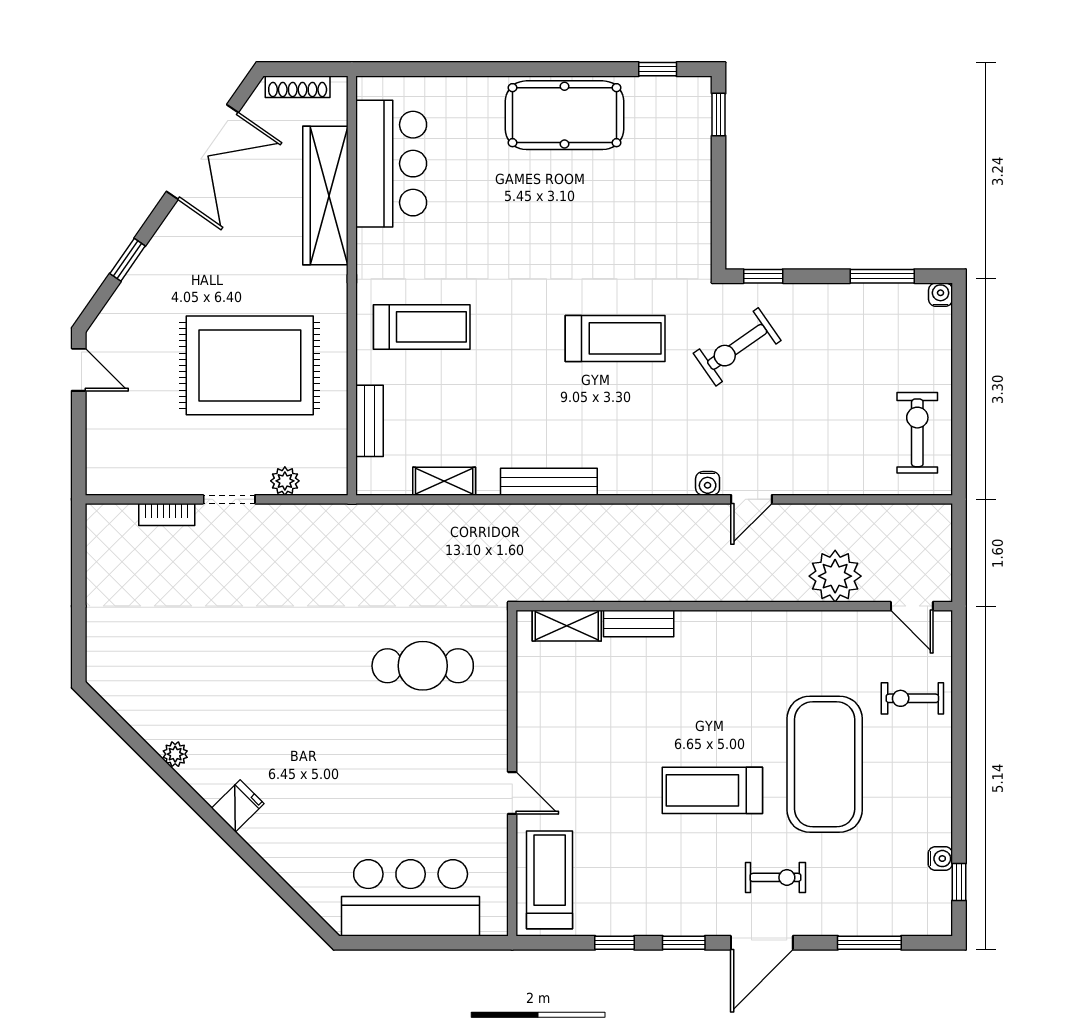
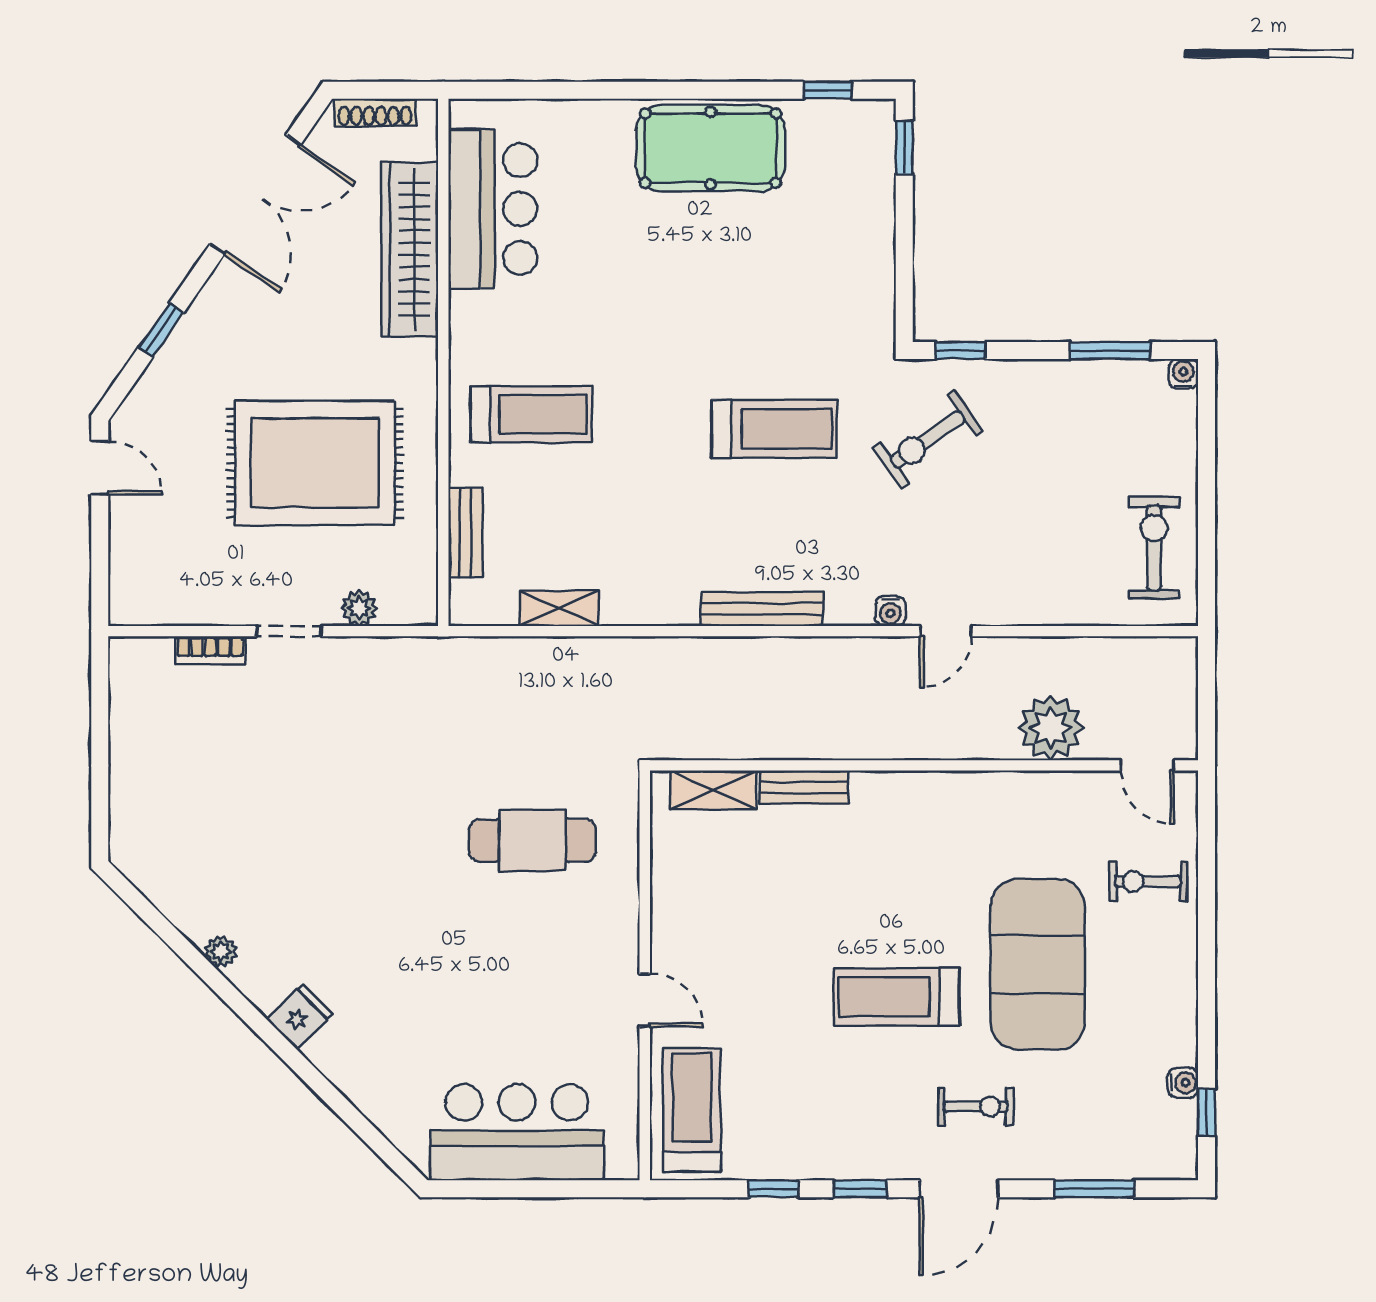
bench: (549, 482) -> (762, 609), moved

